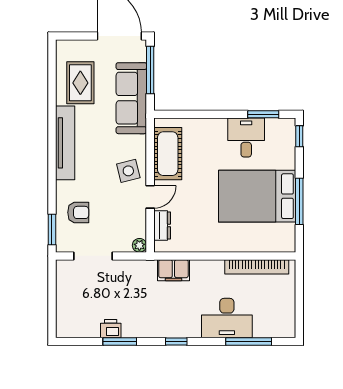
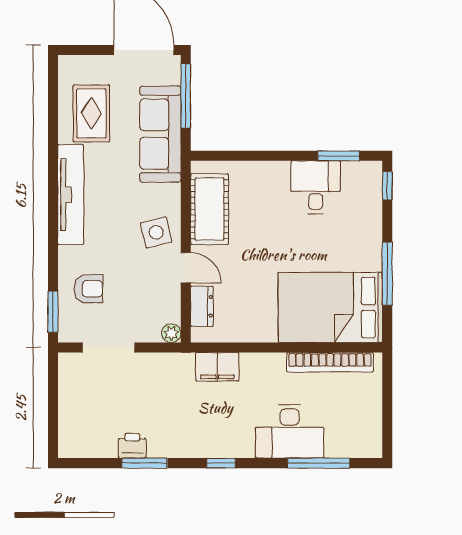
bed: (257, 196) -> (330, 307), moved
door: (150, 197) -> (186, 268), hinge flipped

